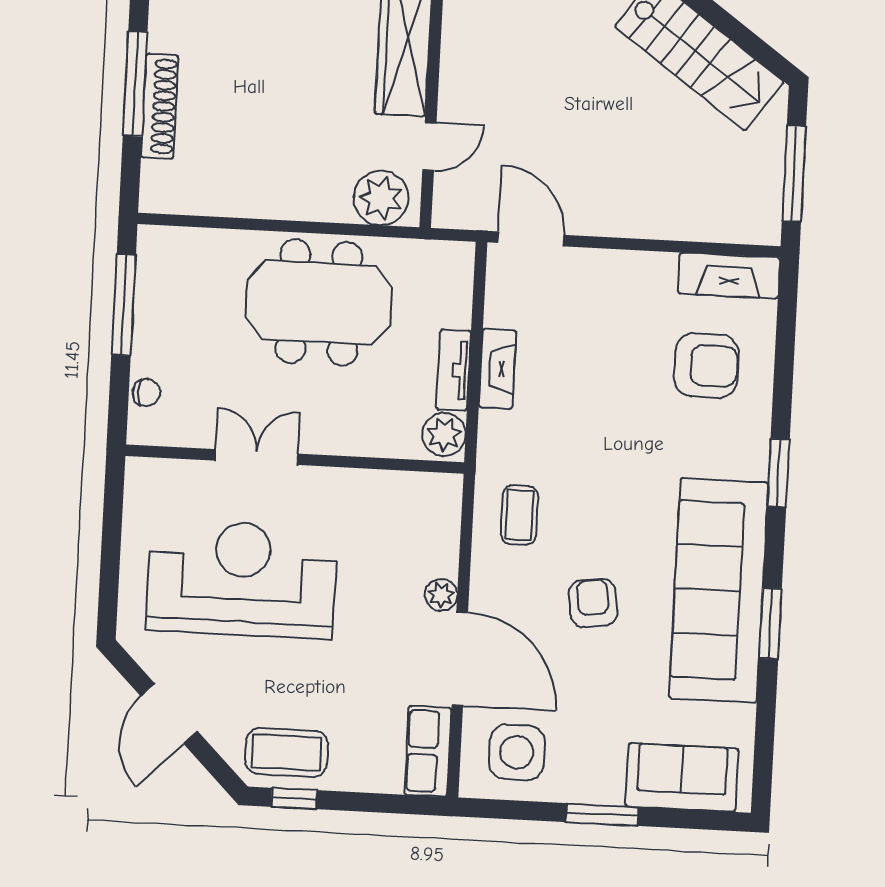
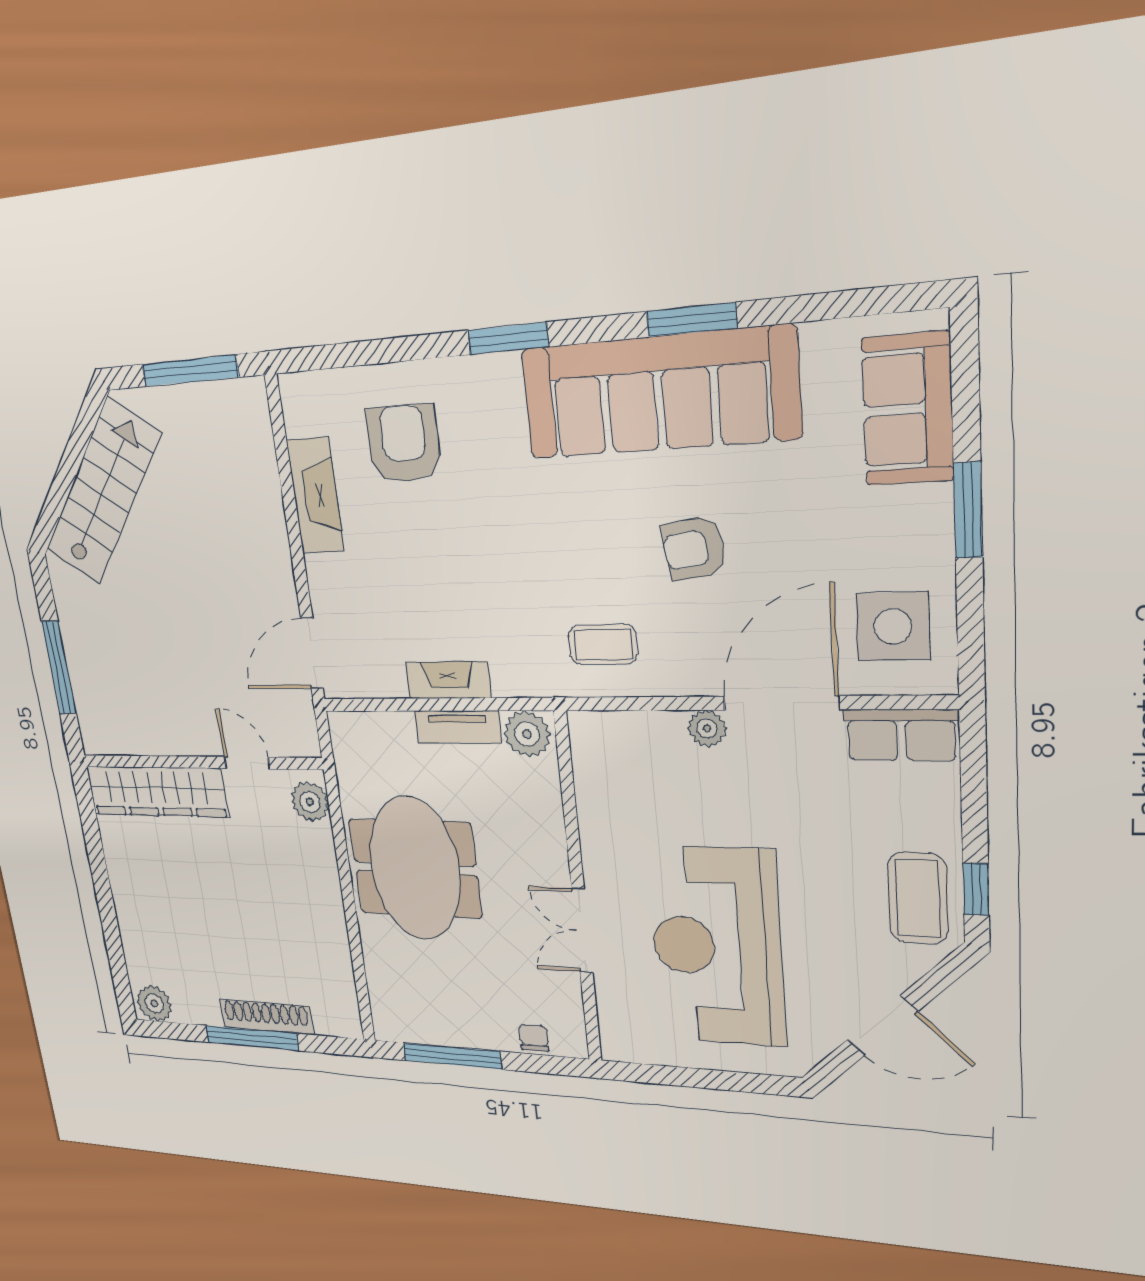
plant: (381, 198) -> (310, 802), width x0.73, depth x0.73
fireplace: (729, 276) -> (315, 496), moved

